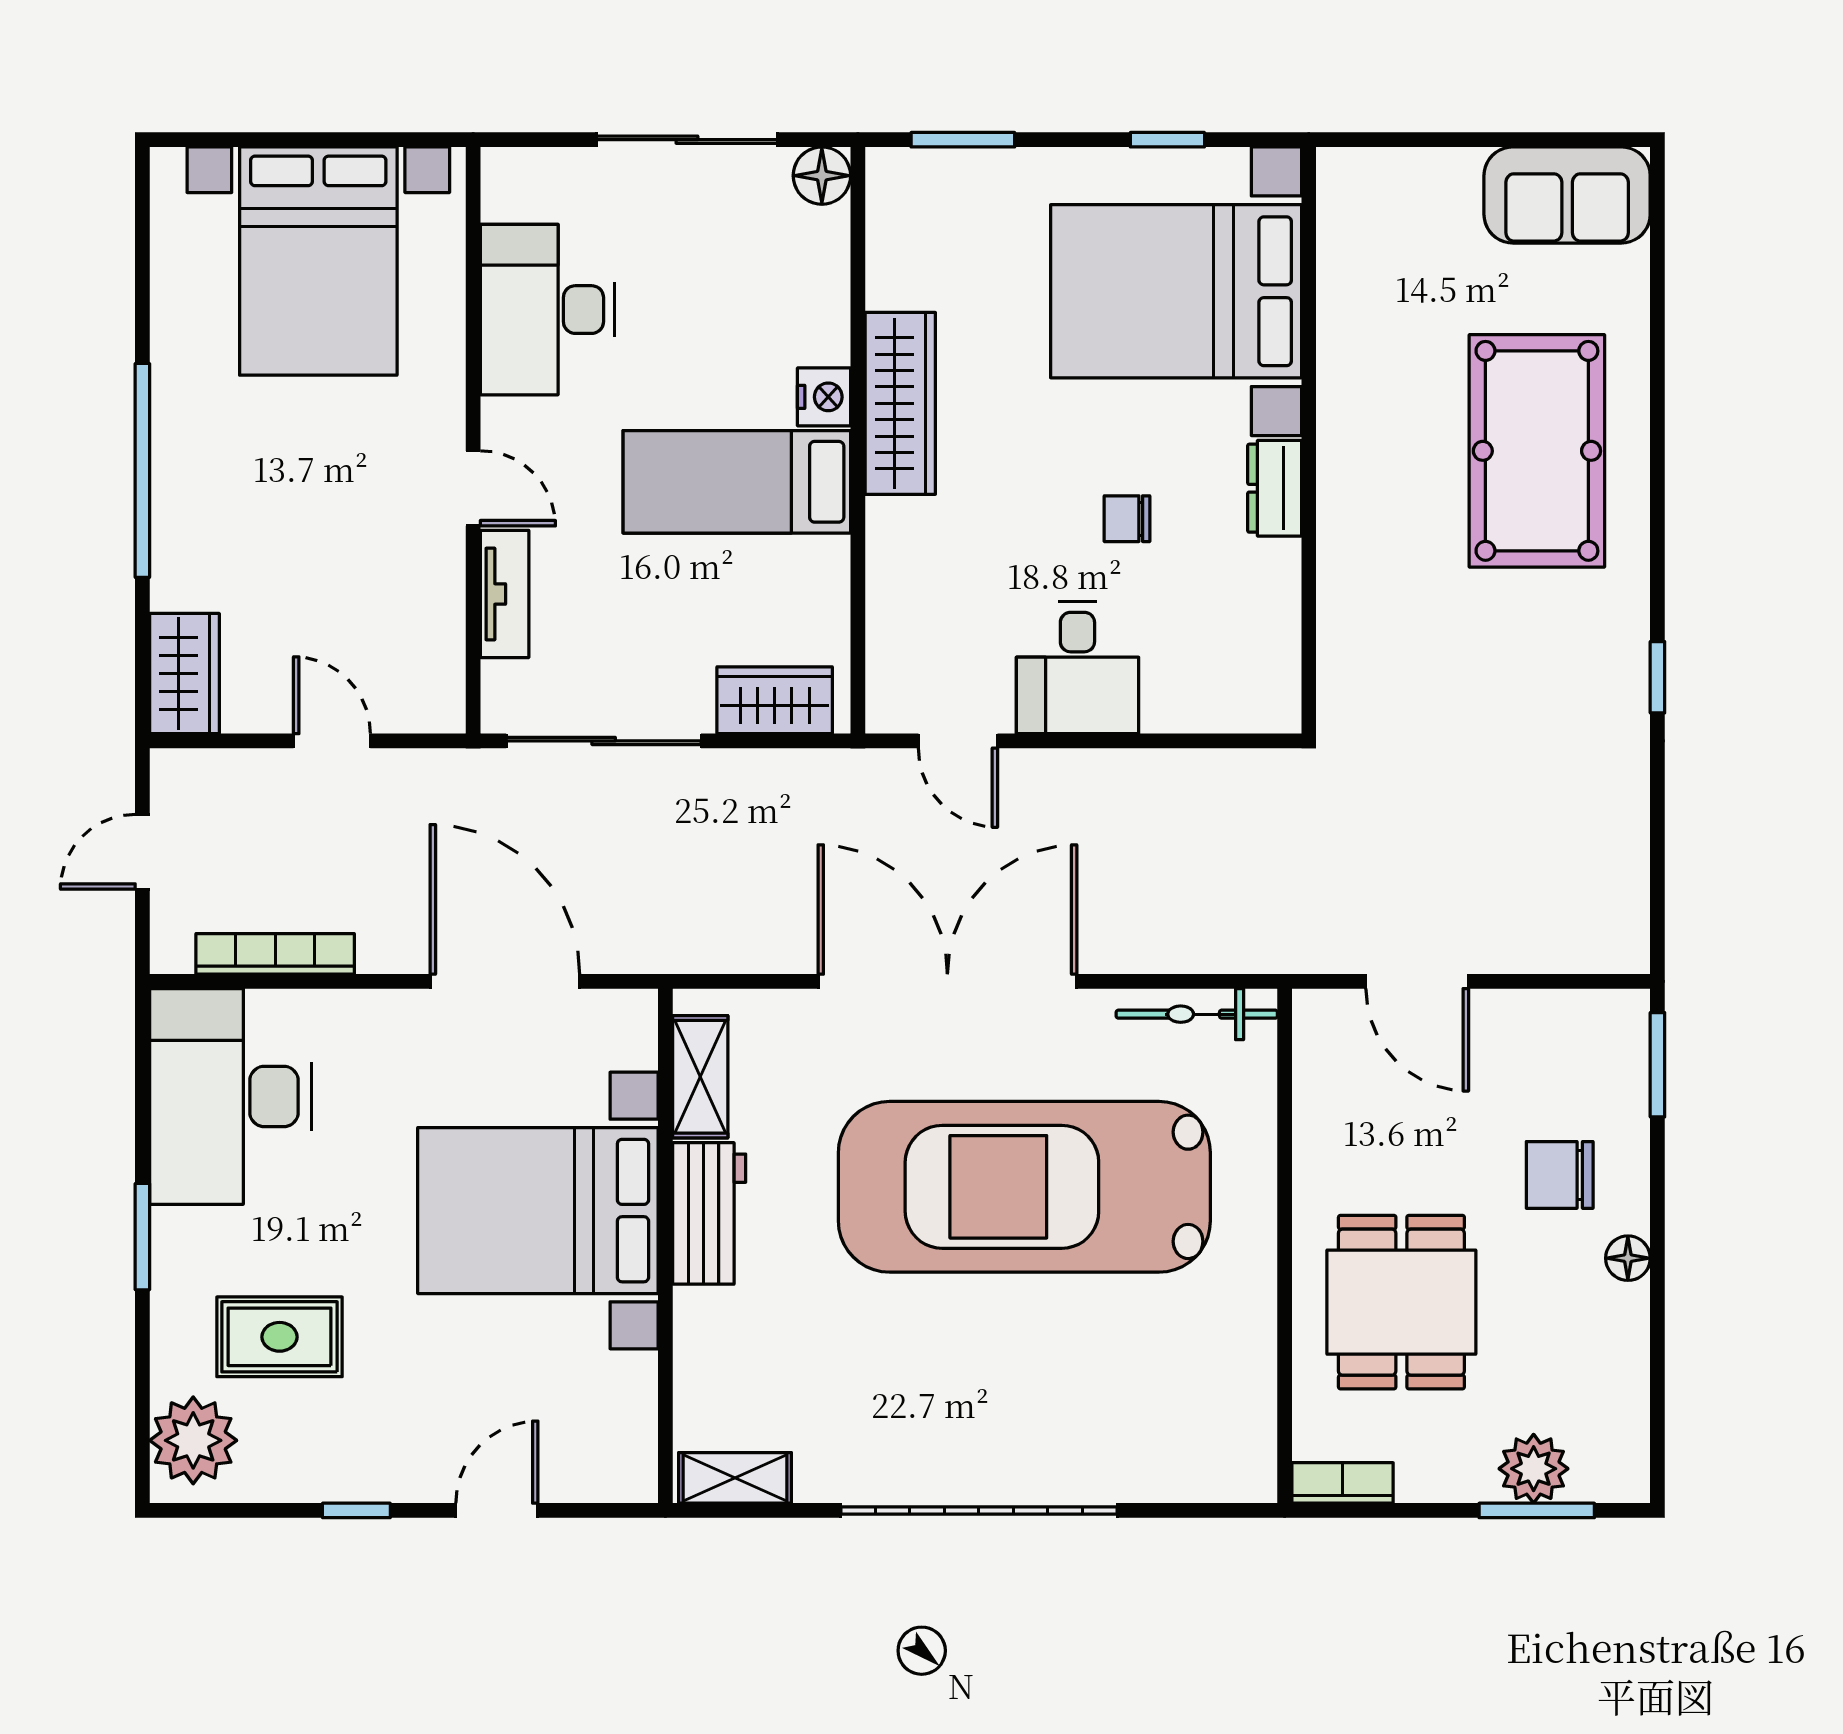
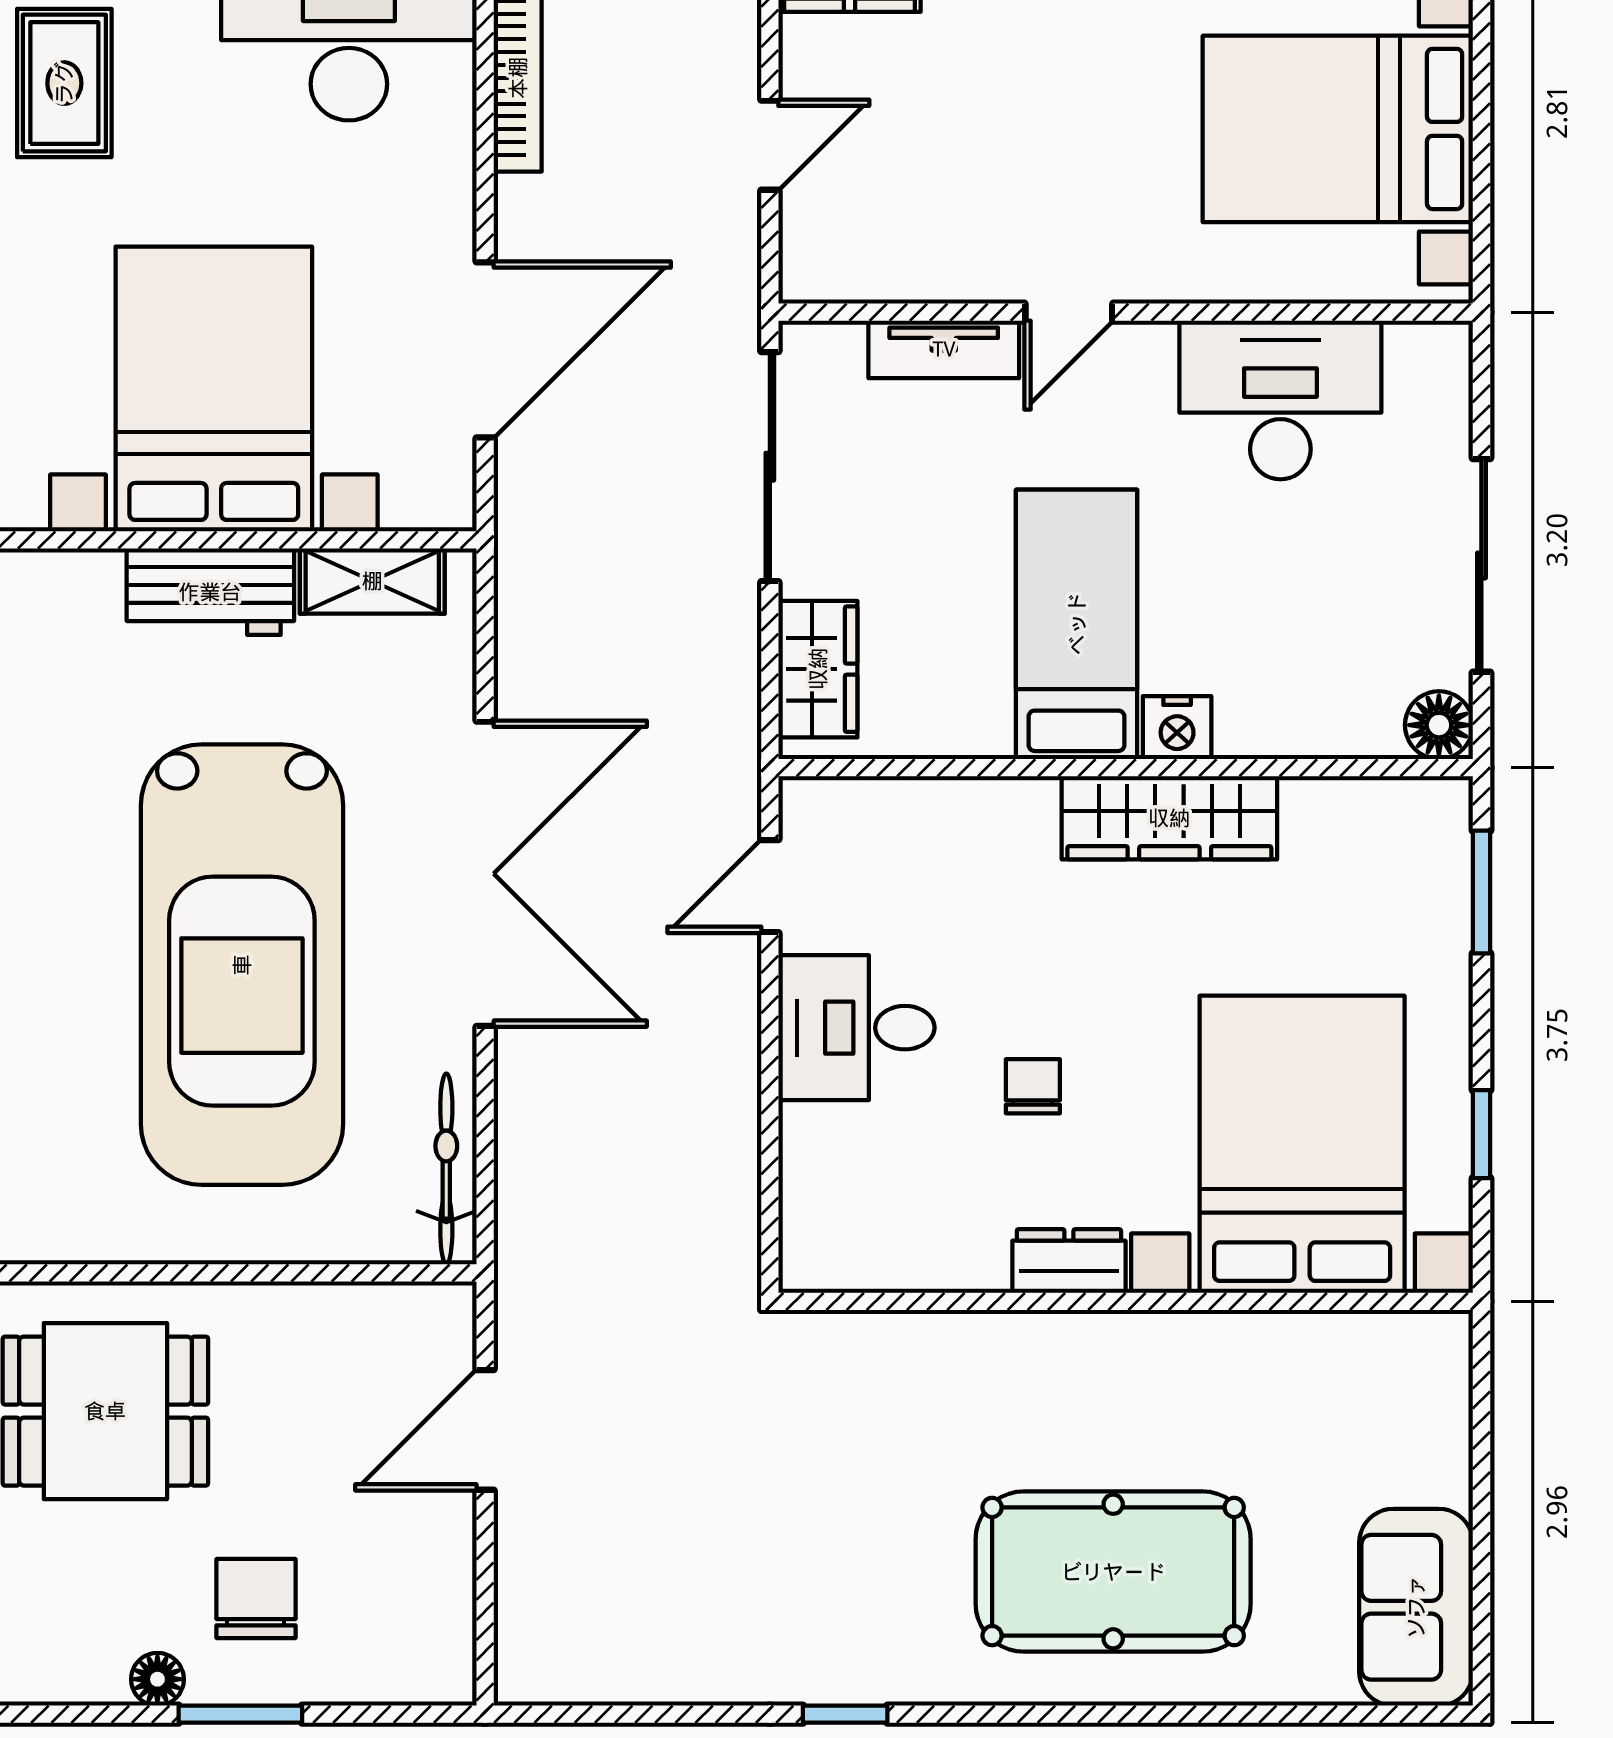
window: (1657, 1065) -> (240, 1714), moved
car: (1024, 1187) -> (242, 965), turned 180

